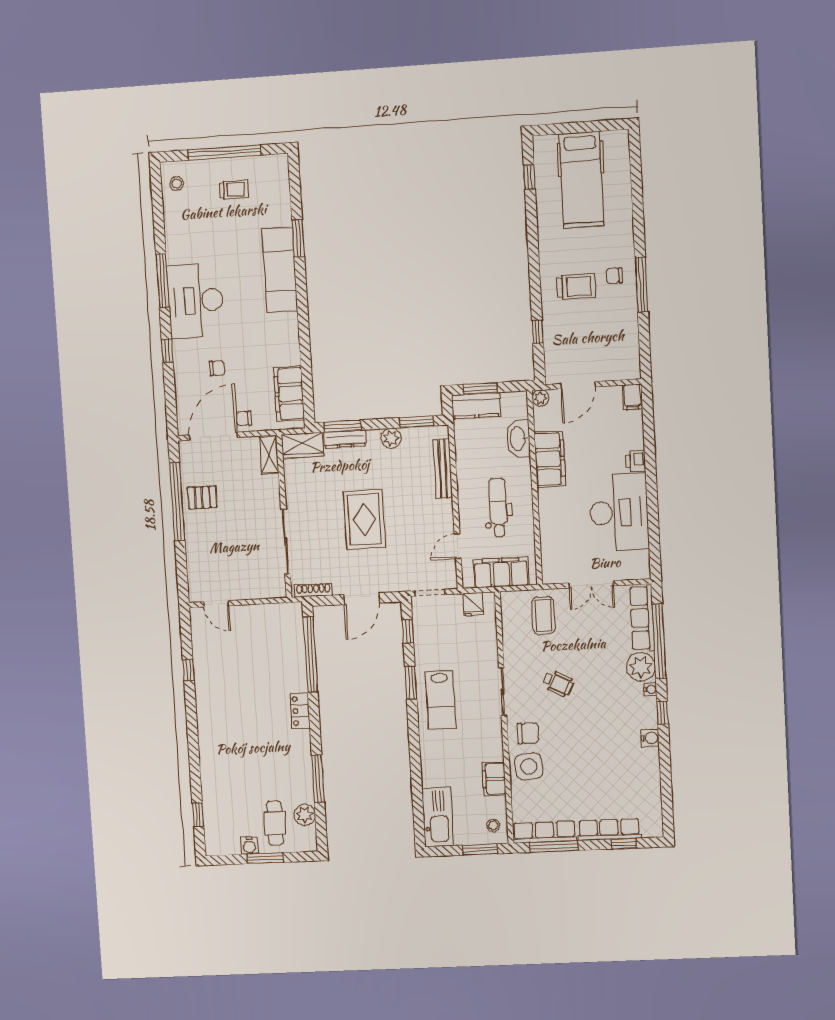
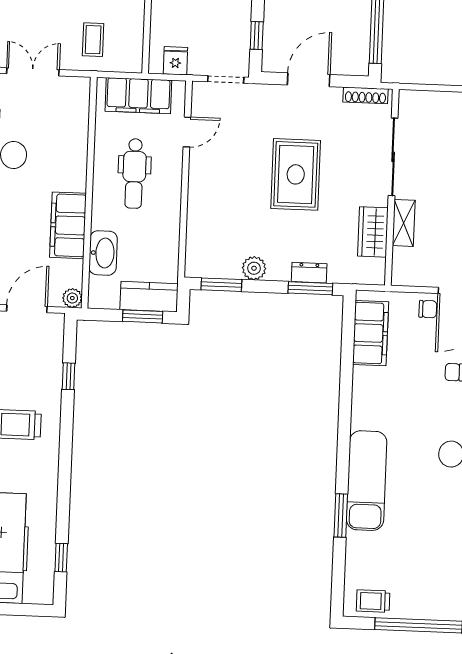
trolley: (234, 190) -> (373, 601), moved
dresser: (345, 439) -> (309, 273), width x0.70
wardrobe: (302, 445) -> (373, 232), moved, turned -90
shelving: (269, 455) -> (404, 223), moved
bench: (443, 469) -> (196, 226), removed
coffee table: (543, 616) -> (93, 40), width x0.73, depth x0.77

